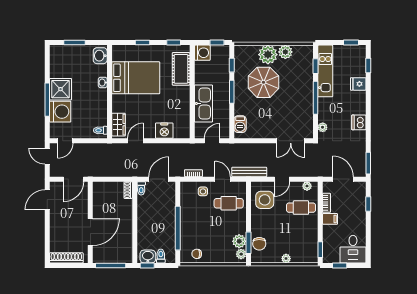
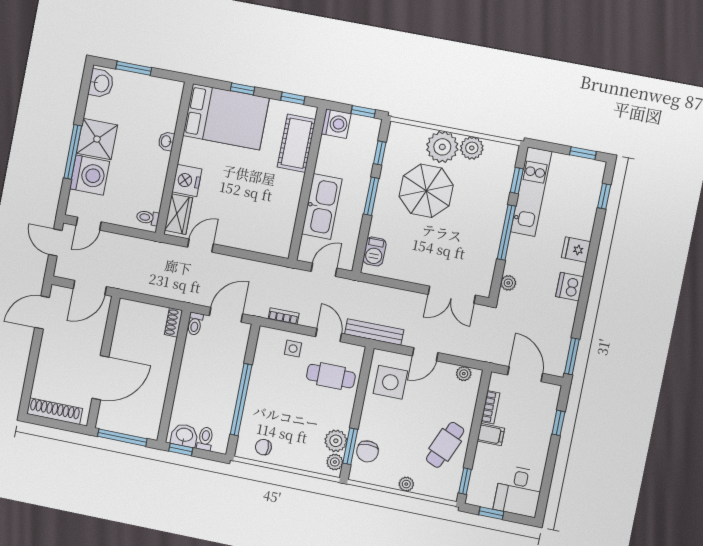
washbasin: (100, 56) -> (101, 83), moved, turned 180
bed: (136, 78) -> (226, 117), moved
fridge: (358, 84) -> (576, 250), moved
nightstand: (164, 131) -> (187, 180), moved, turned 90
cafe table: (301, 208) -> (445, 445), moved, turned -67

